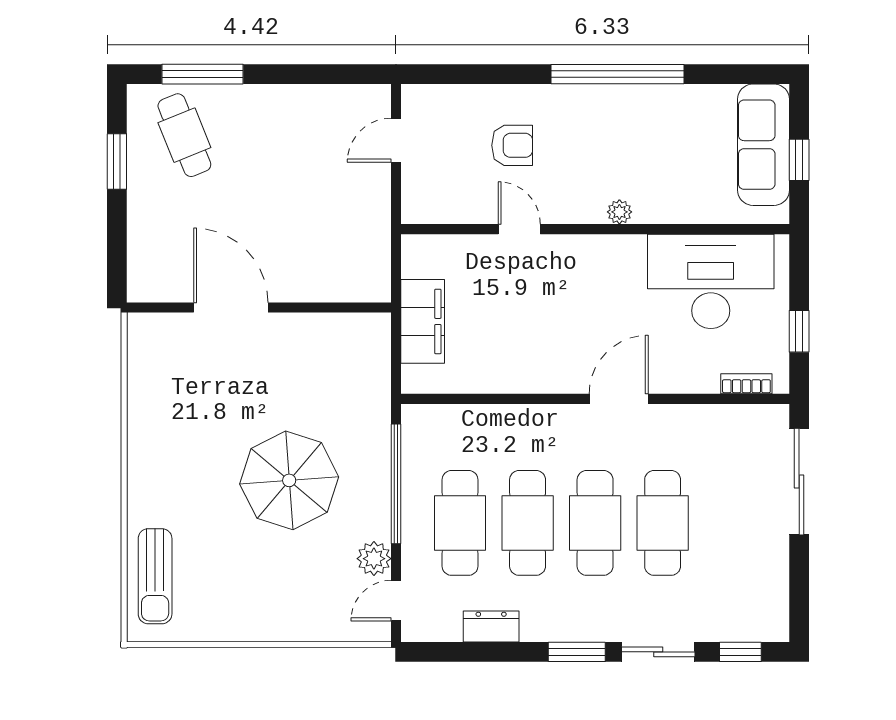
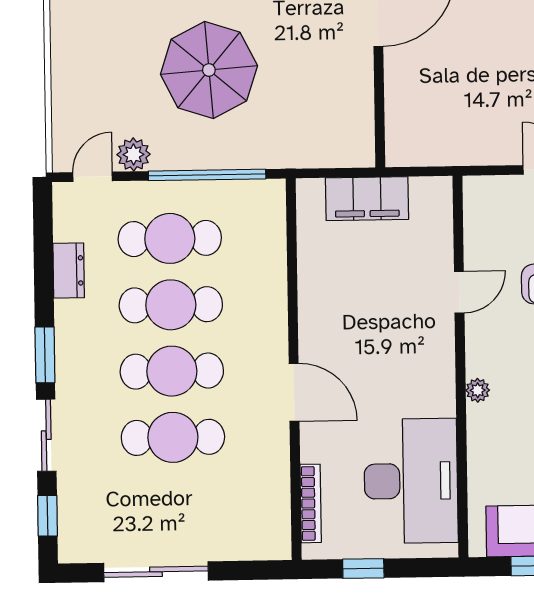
bookcase: (746, 384) -> (311, 503), width x1.56
sliding door: (799, 482) -> (156, 572), moved
door: (396, 601) -> (92, 177), hinge flipped

